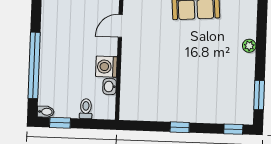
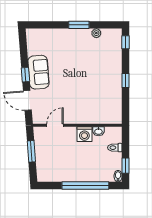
door: (120, 26) -> (55, 125), swing flipped
plant: (249, 46) -> (96, 33), moved
window: (259, 95) -> (79, 25), moved

